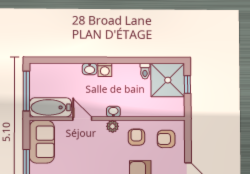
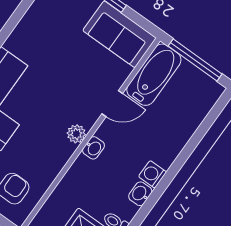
washbasin: (90, 69) -> (140, 194), moved
armchair: (136, 137) -> (42, 154), removed

